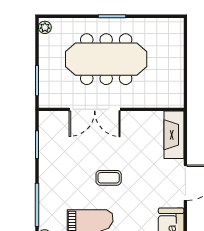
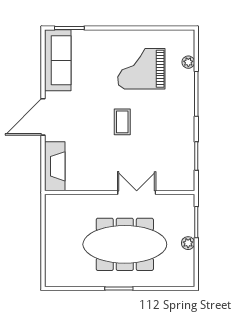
plant: (45, 27) -> (188, 243), moved
double door: (95, 109) -> (137, 192), width x0.73
coffee table: (109, 178) -> (122, 122), turned 90

